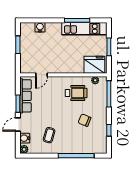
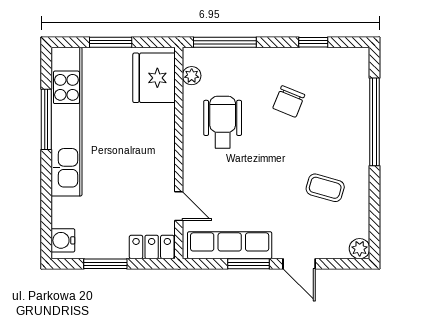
water cooler: (40, 27) -> (63, 240), moved
kitchen unit: (84, 29) -> (66, 122), width x1.36
locker: (25, 64) -> (152, 247), added
water cooler: (25, 138) -> (332, 247), removed

